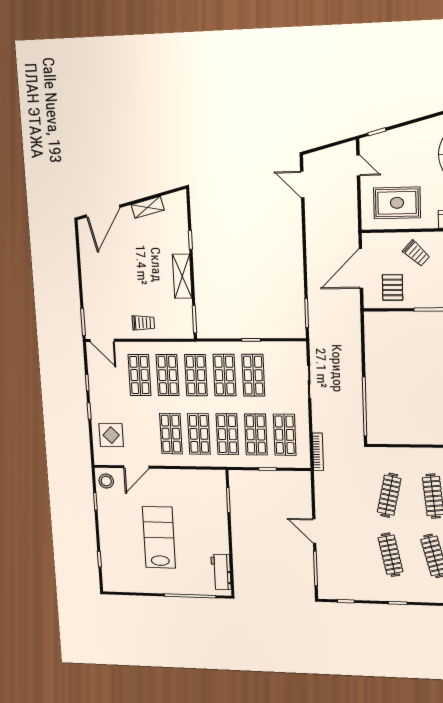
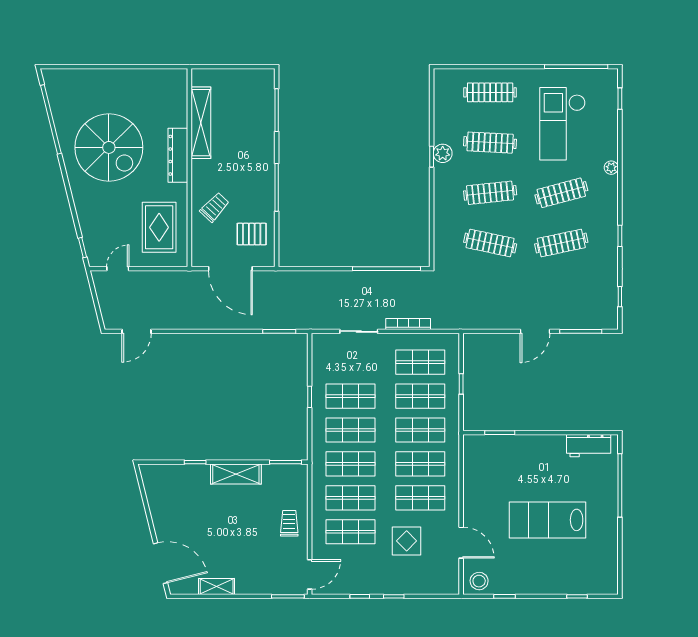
shelving: (148, 207) -> (217, 587), moved, turned -76
display table: (111, 435) -> (407, 541), moved
bookcase: (318, 452) -> (408, 324), moved

